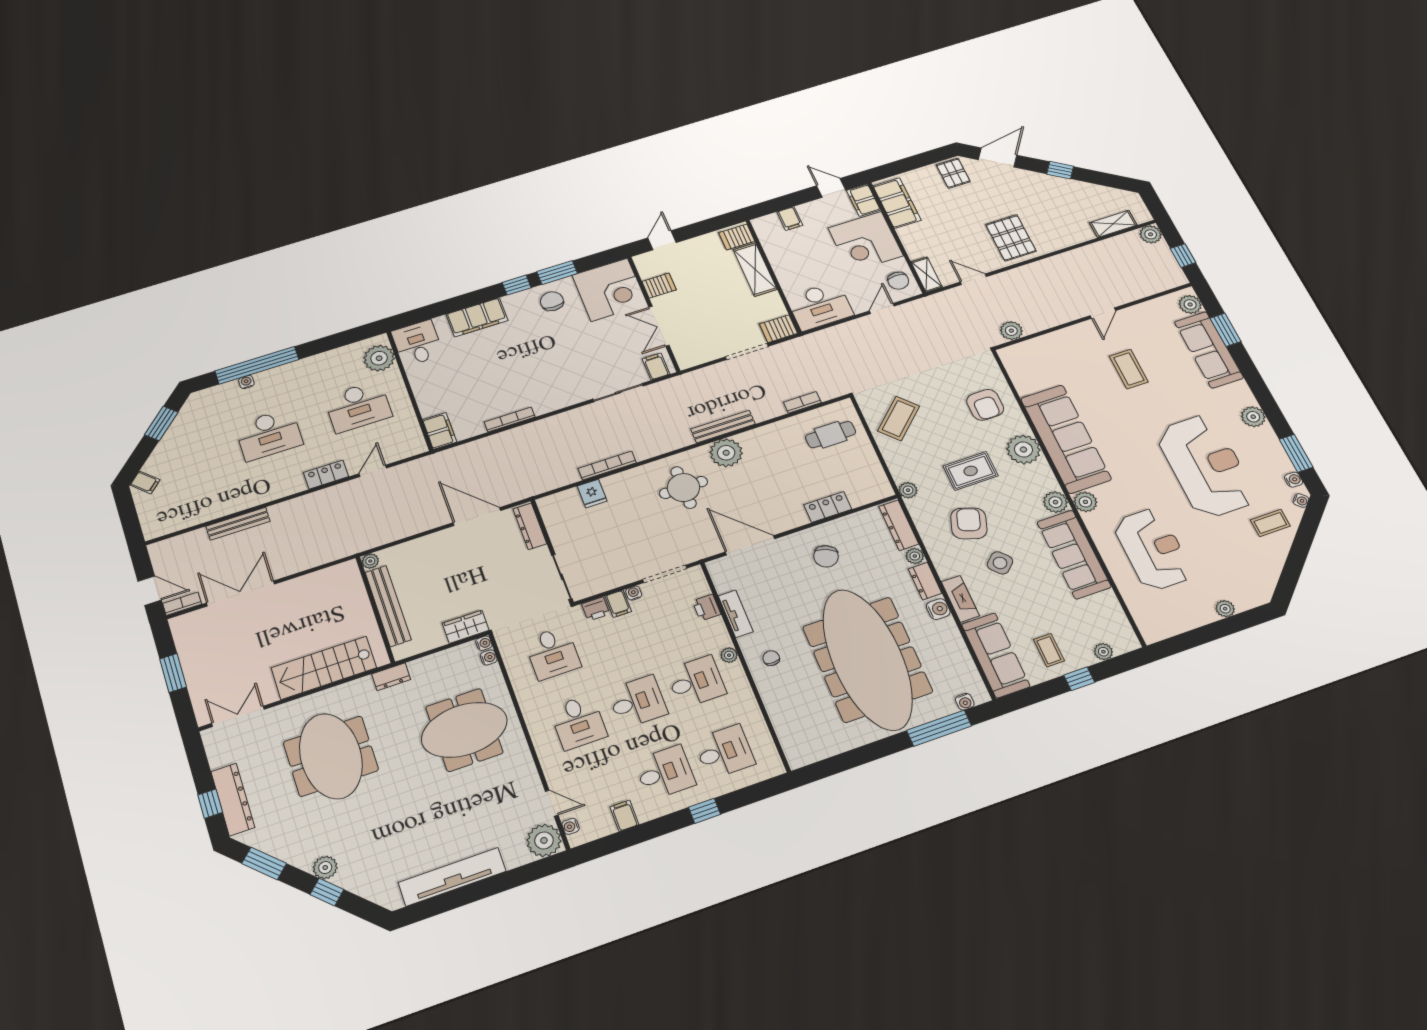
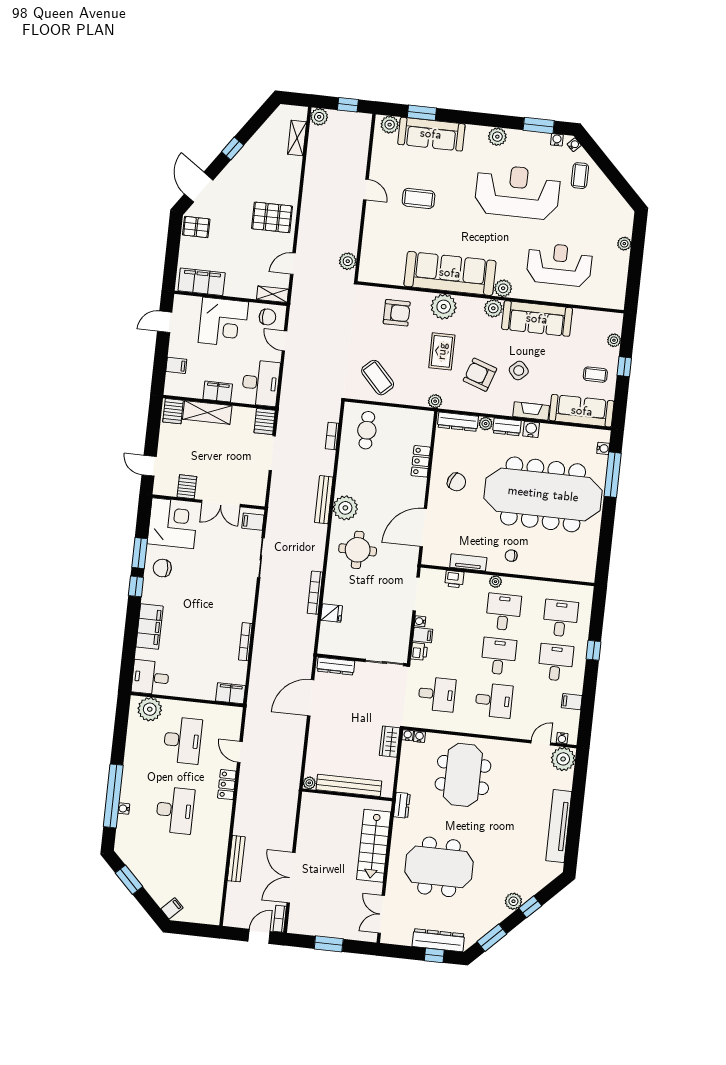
filing cabinet: (863, 200) -> (218, 392), moved, turned 180

